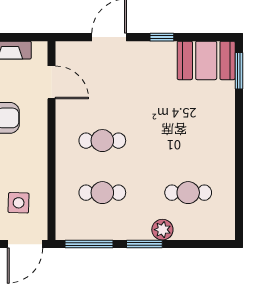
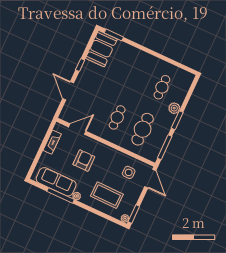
cafe table: (102, 193) -> (143, 129), width x1.37, depth x1.35

